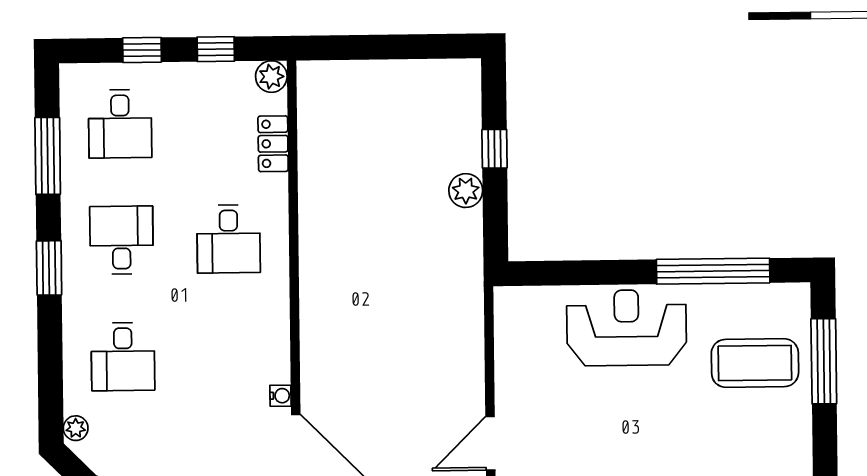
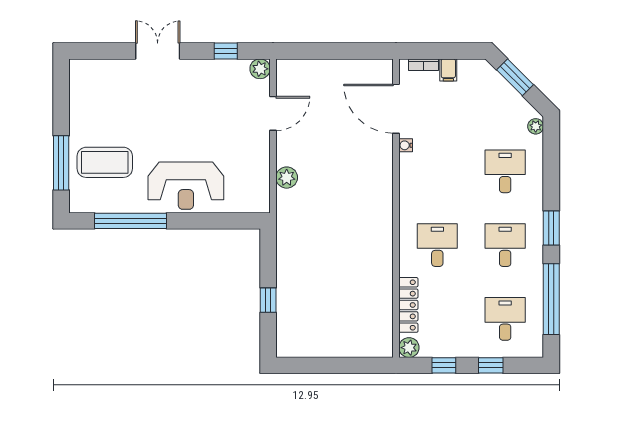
locker: (273, 144) -> (408, 305), width x1.53
window: (48, 156) -> (551, 299), width x1.46
plant: (466, 191) -> (287, 178), moved
desk: (121, 240) -> (505, 245), turned 180

